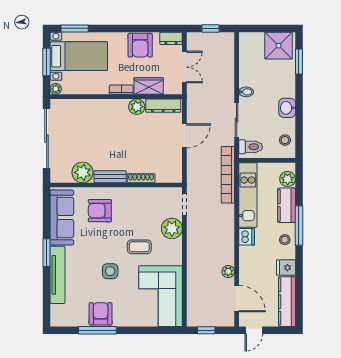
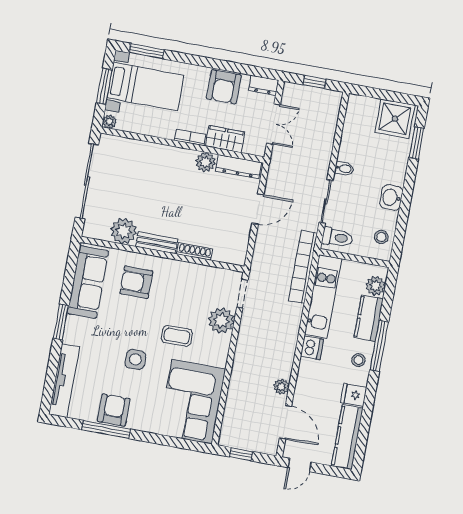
tv unit: (58, 275) -> (64, 380), moved

